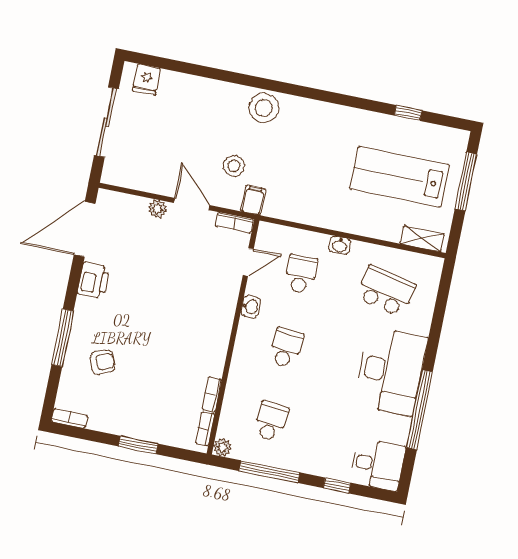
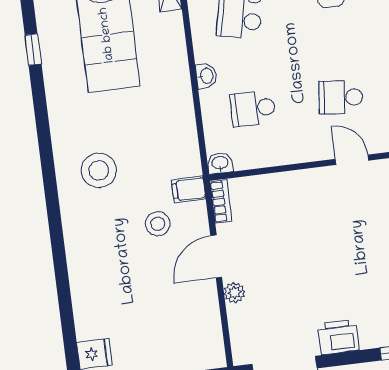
stool: (264, 108) -> (99, 170), moved
door: (248, 262) -> (352, 160), moved
washbasin: (251, 307) -> (220, 163), moved

